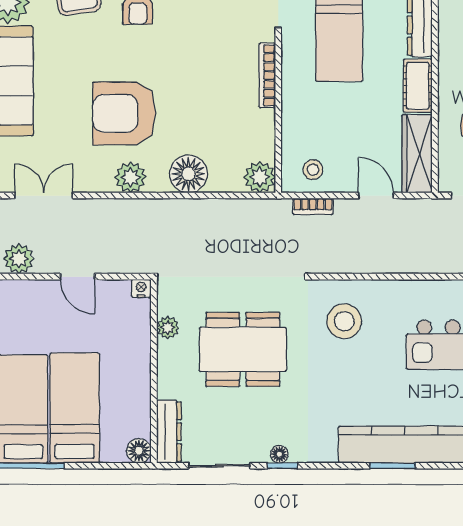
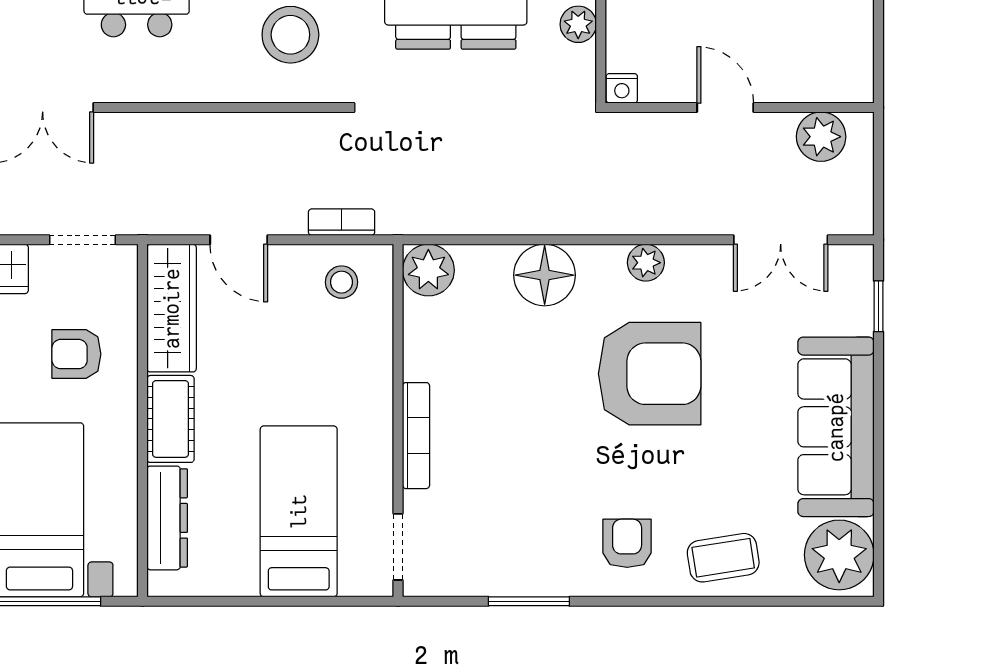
plant: (131, 177) -> (646, 263), width x0.73, depth x0.73

